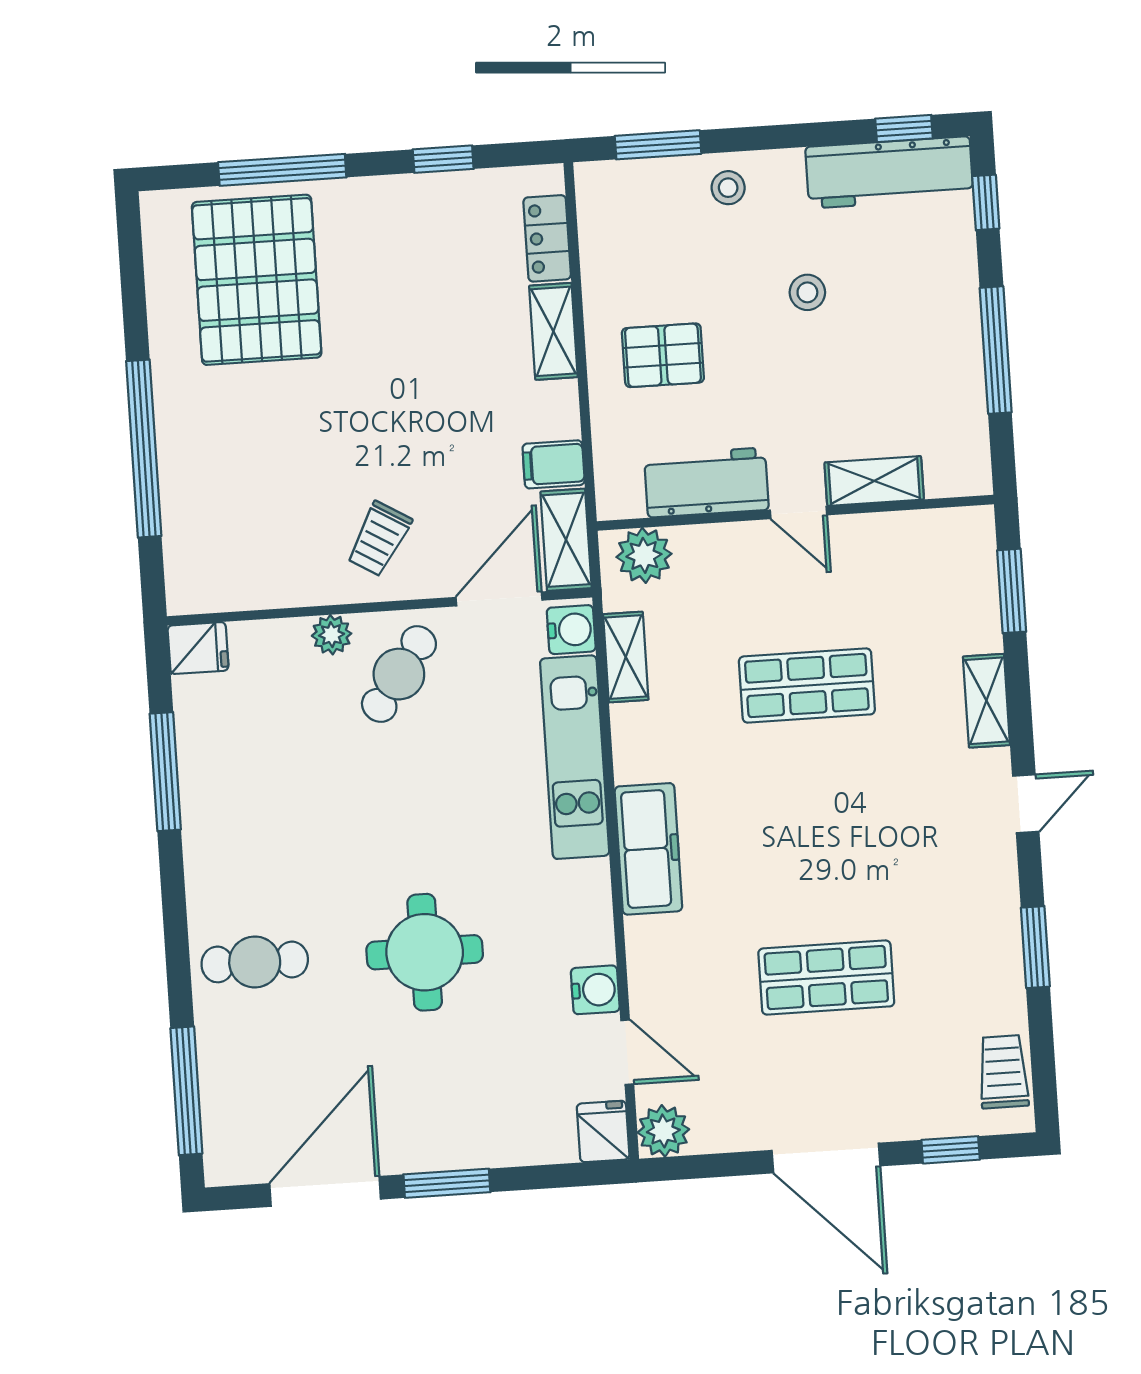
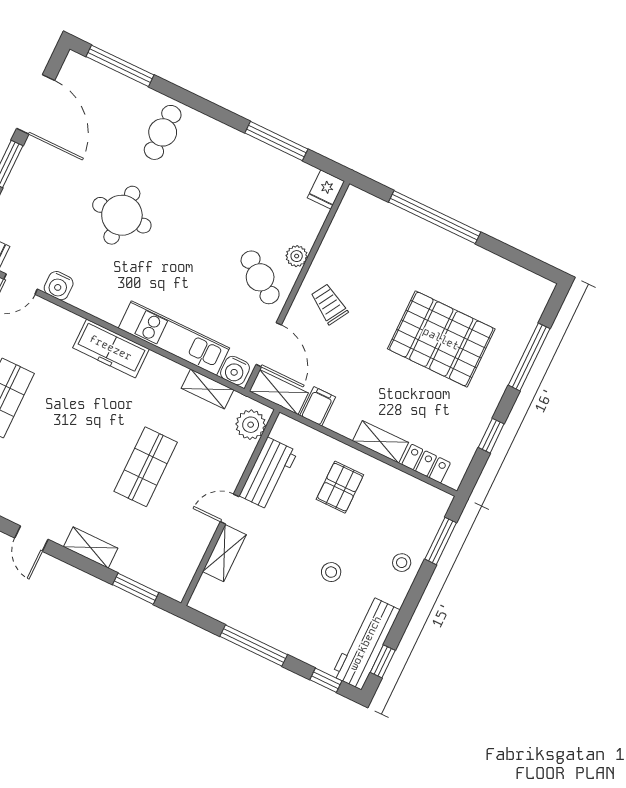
pallet: (257, 280) -> (441, 339), moved

